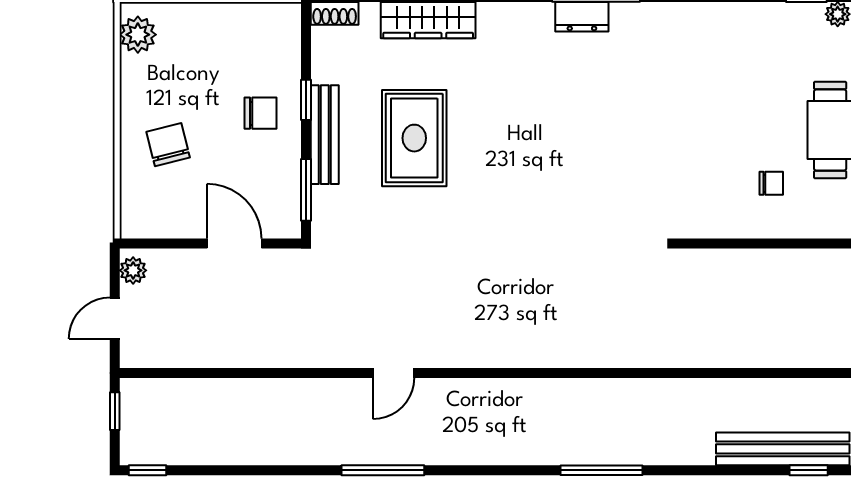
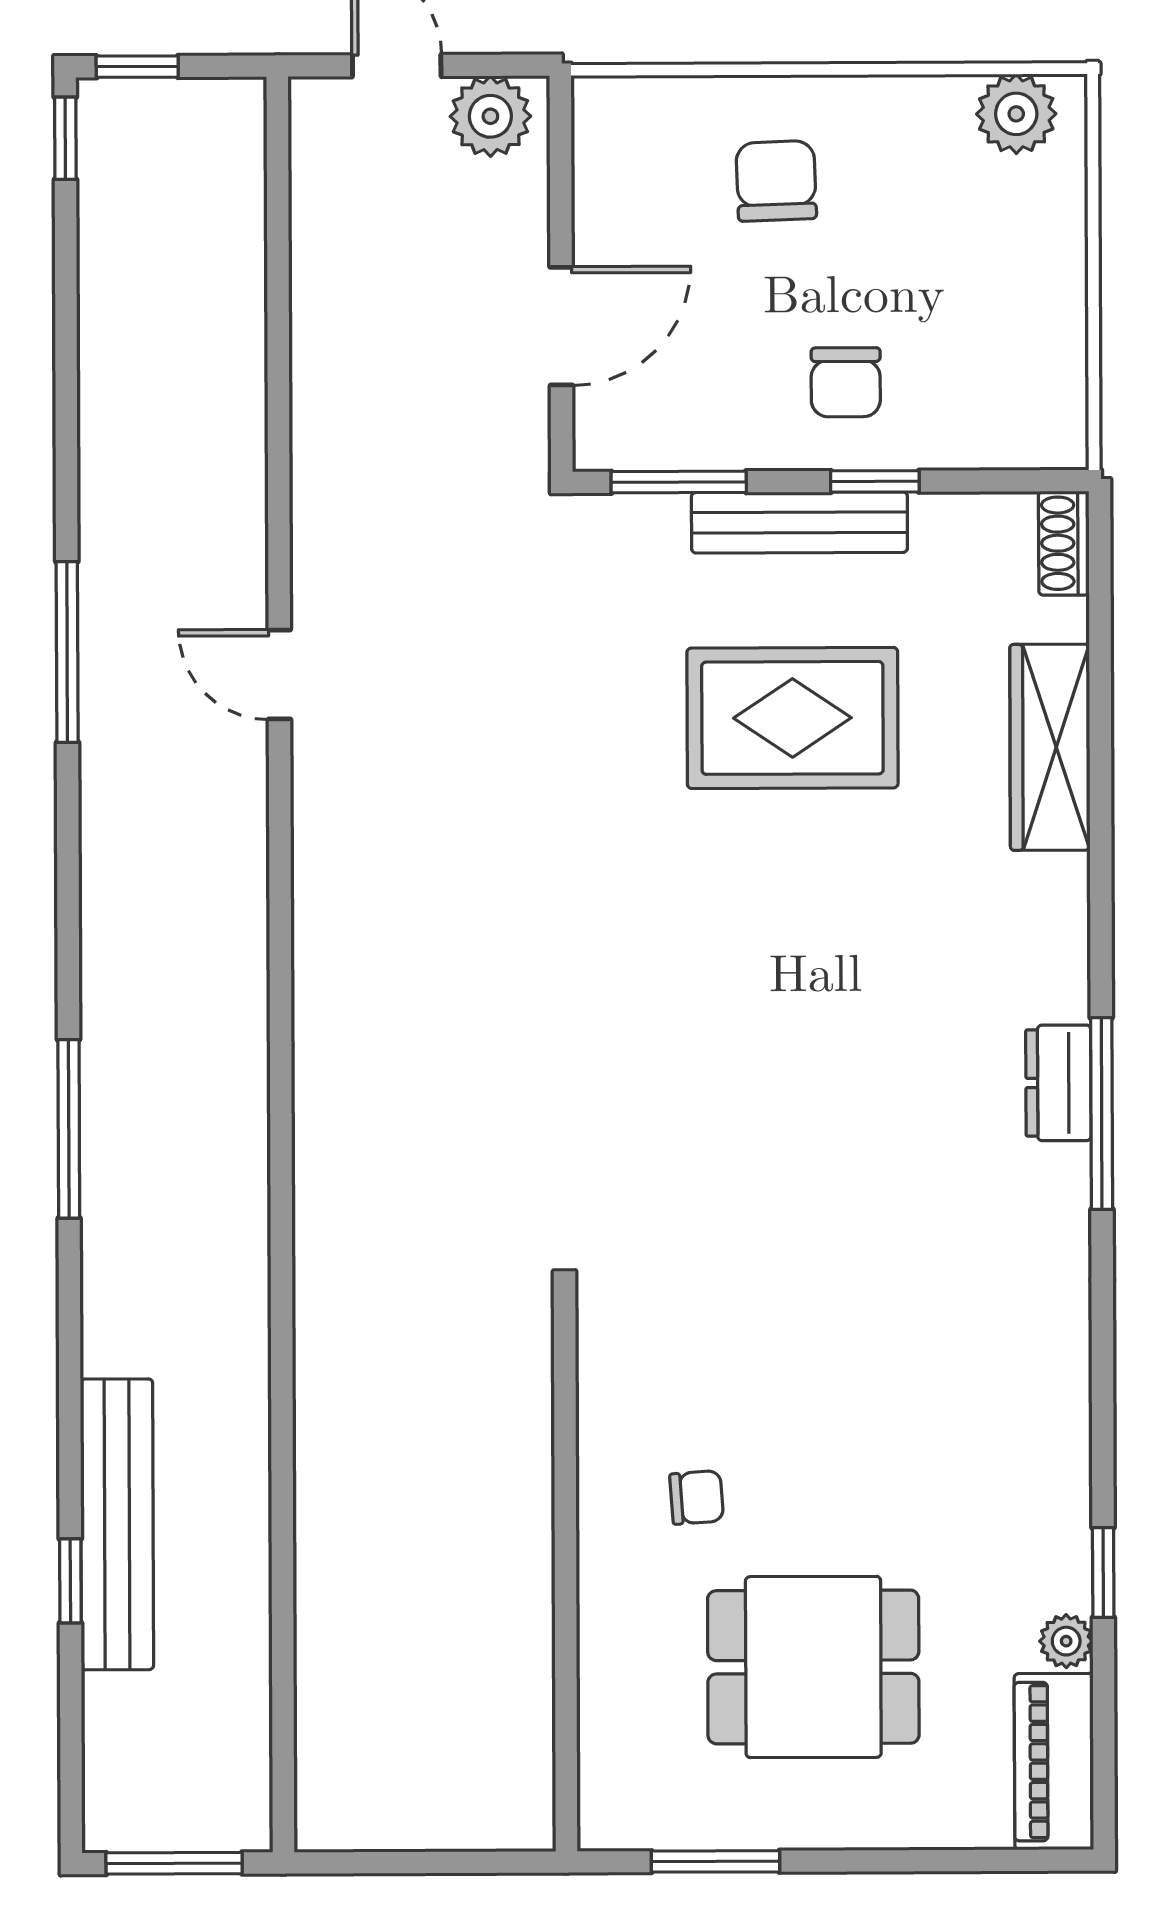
chair: (168, 145) -> (776, 181), turned -78
chair: (771, 183) -> (697, 1497), turned -94
plant: (133, 270) -> (490, 116), width x1.38, depth x1.38
window: (115, 411) -> (137, 67), moved

